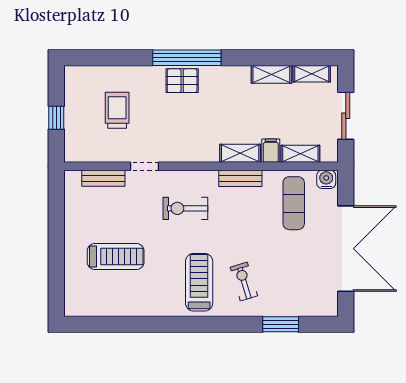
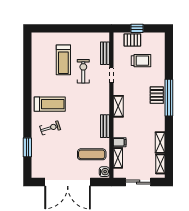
pallet: (78, 127) -> (132, 40), added
shelving: (240, 153) -> (118, 106), moved
exercise bike: (185, 208) -> (83, 71), moved

